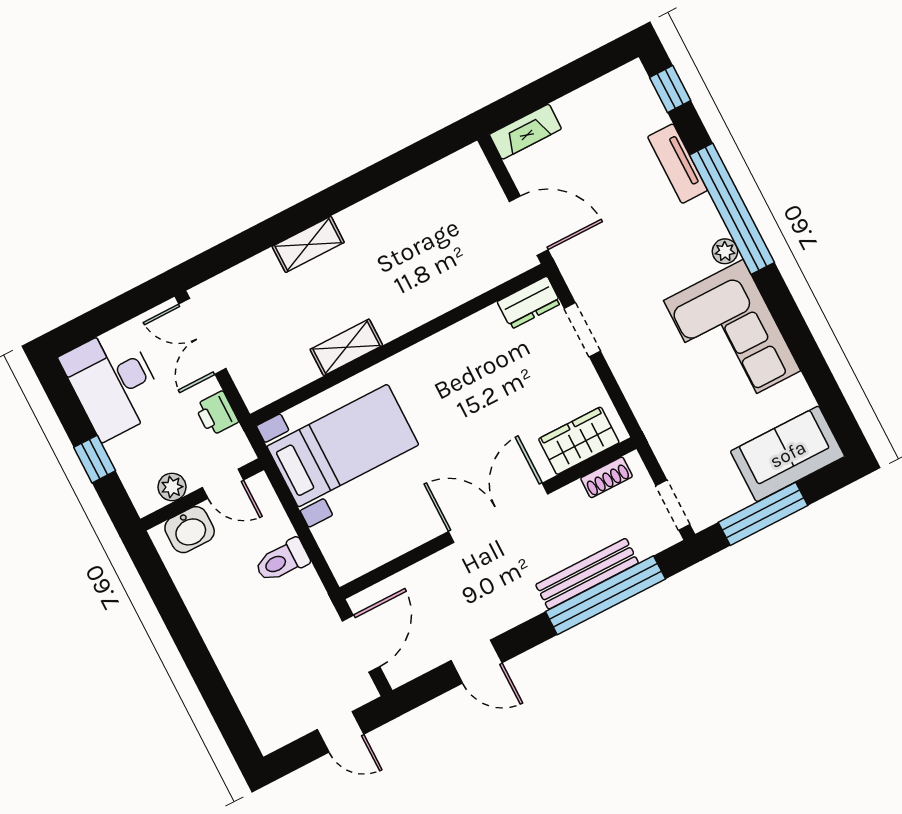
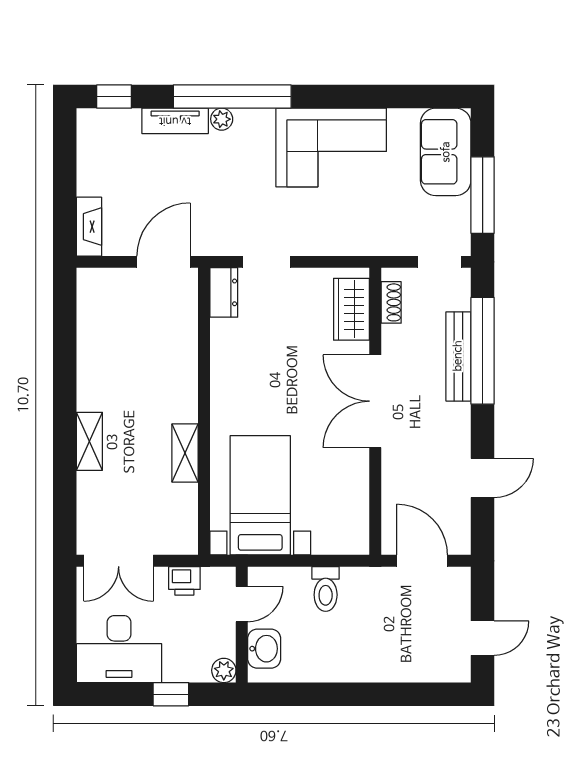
plant: (725, 251) -> (222, 119), moved
plant: (172, 487) -> (224, 670), moved
door: (341, 732) -> (483, 638), moved

